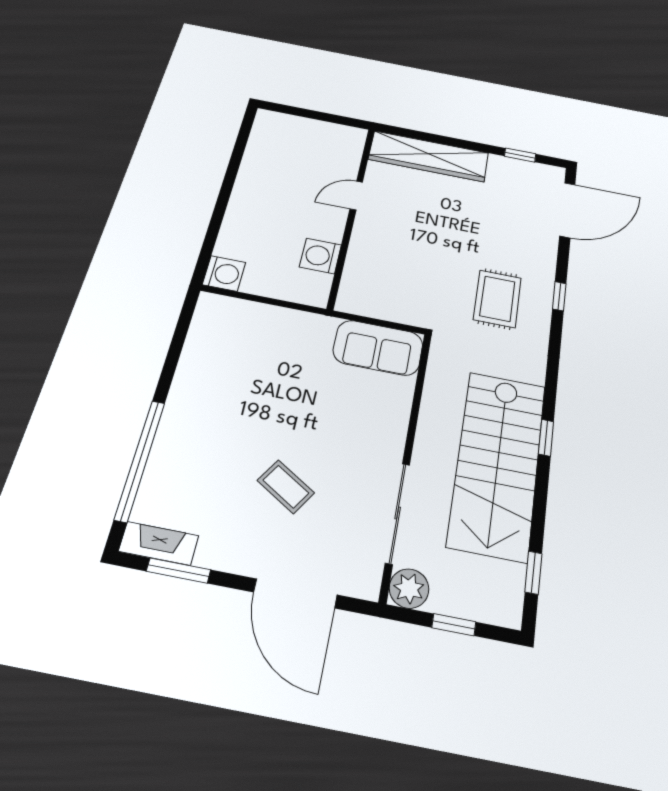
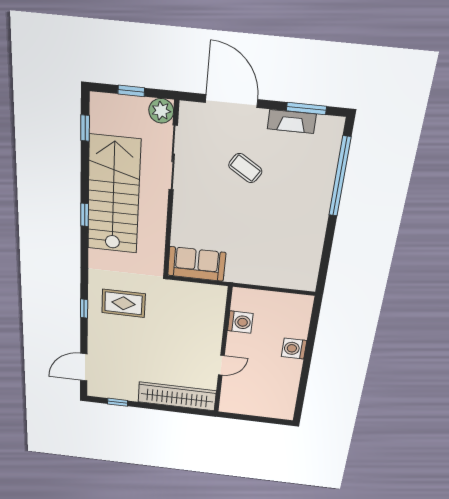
door: (567, 210) -> (84, 367), width x0.73
washing machine: (224, 273) -> (294, 349), moved
rug: (497, 299) -> (123, 303), turned 90
fireplace: (159, 543) -> (292, 121), moved

